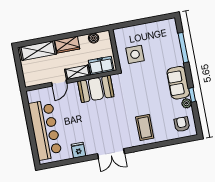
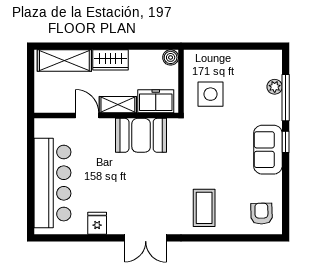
boiler: (94, 38) -> (171, 57), moved
door: (59, 83) -> (87, 116), swing flipped
window: (192, 95) -> (286, 142), moved
plant: (187, 103) -> (275, 87), moved

